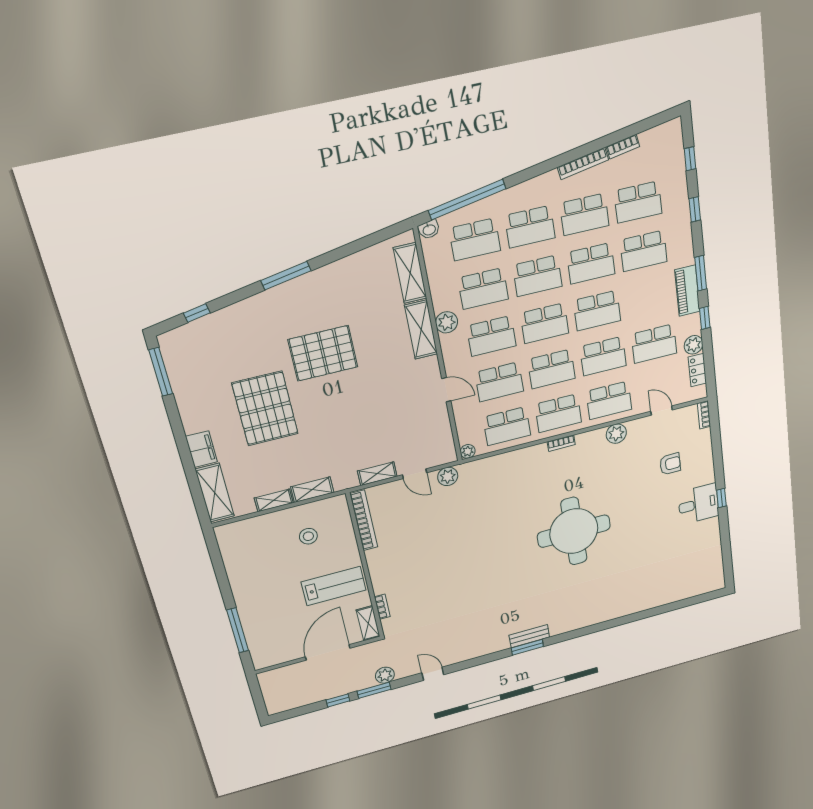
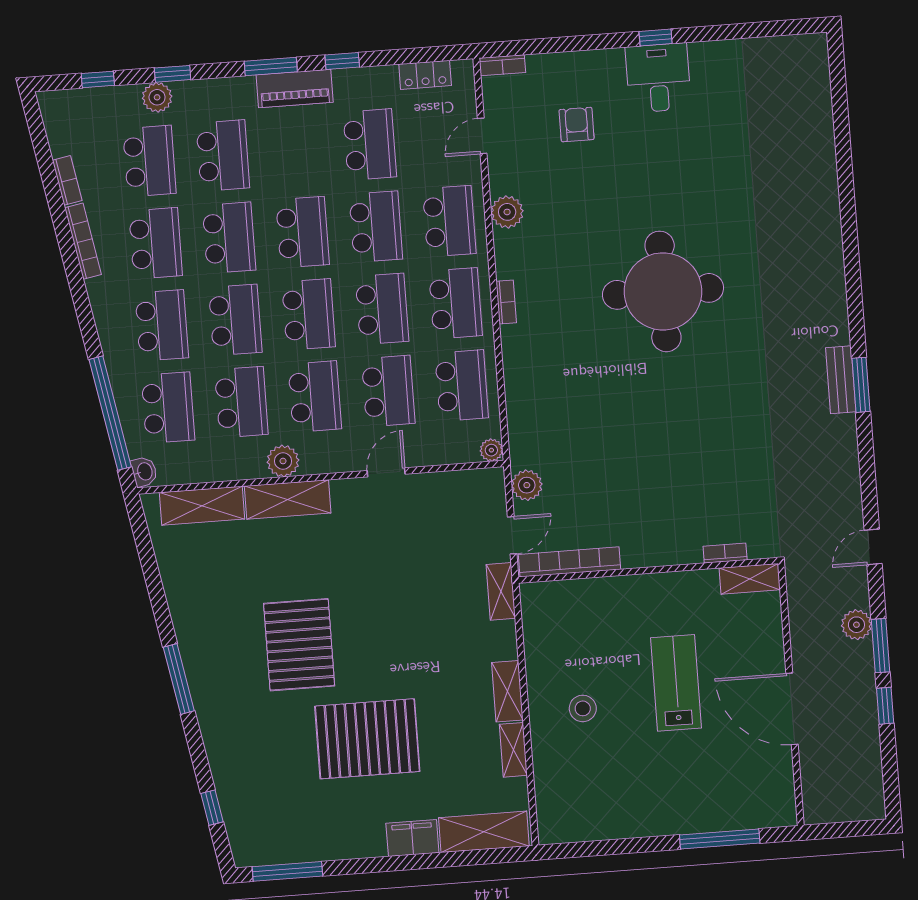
plant: (694, 345) -> (157, 97), moved
bookcase: (364, 520) -> (570, 562), moved
wall: (365, 566) -> (648, 570), moved
bookcase: (382, 607) -> (725, 553), moved
shelving: (368, 623) -> (750, 579), moved

